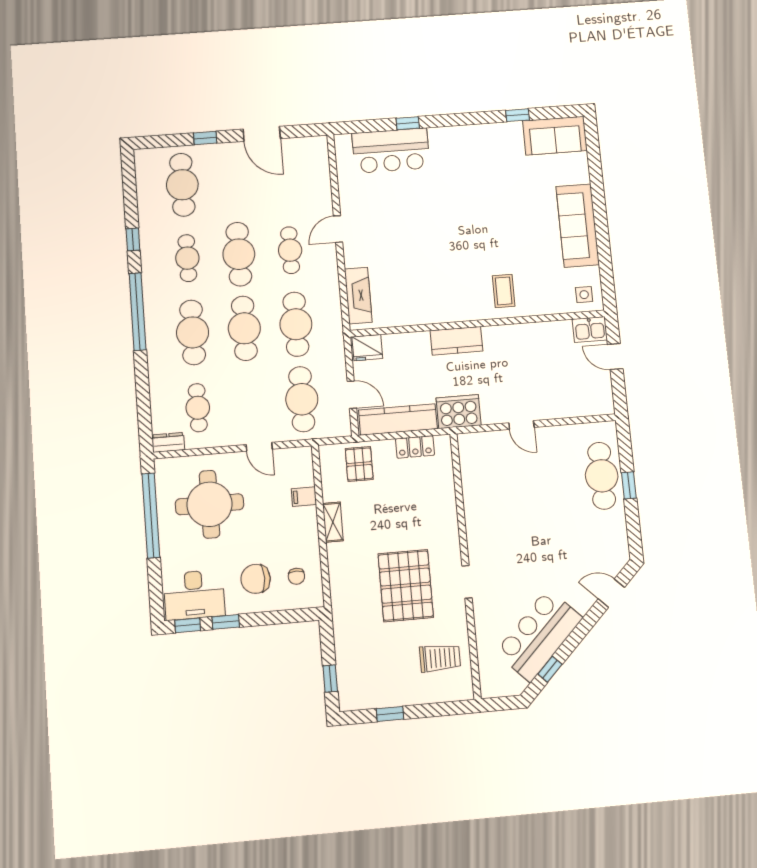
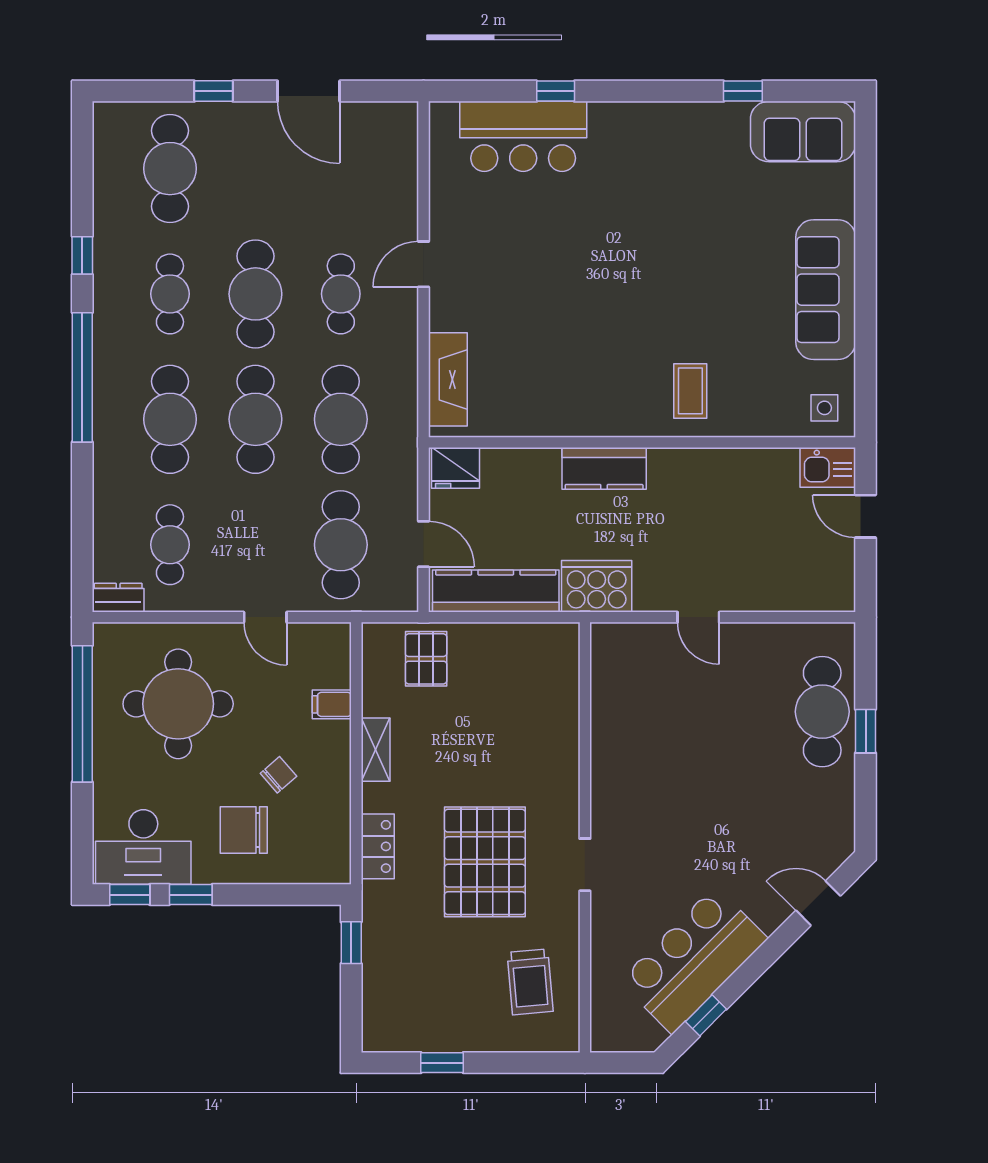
locker: (415, 447) -> (378, 846), moved, turned -90
chair: (296, 576) -> (278, 775), moved, turned -131
trolley: (440, 658) -> (530, 982), turned 85
window: (330, 679) -> (351, 943), moved

